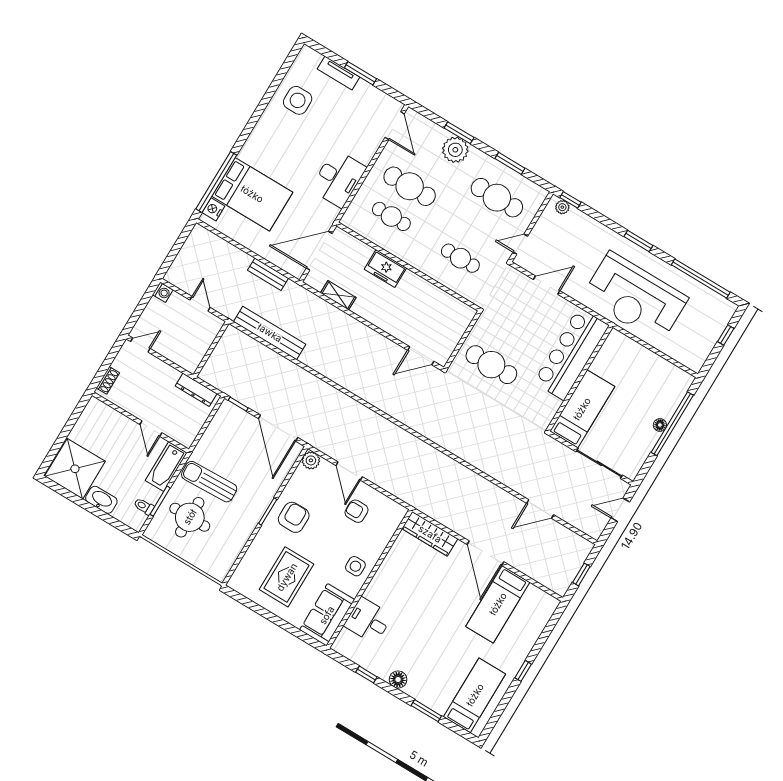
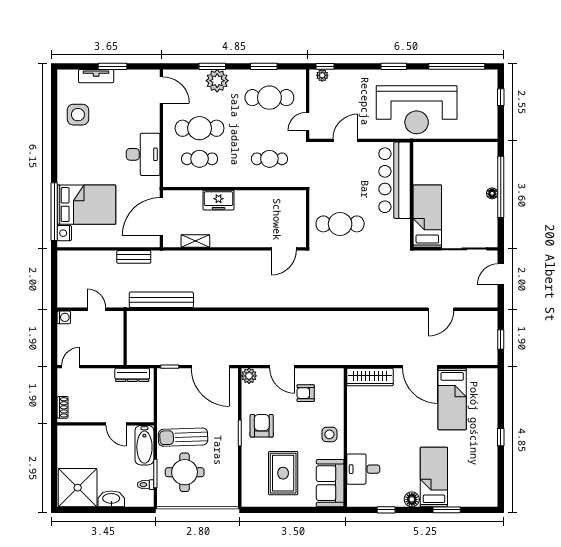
bed: (475, 695) -> (434, 477), moved

